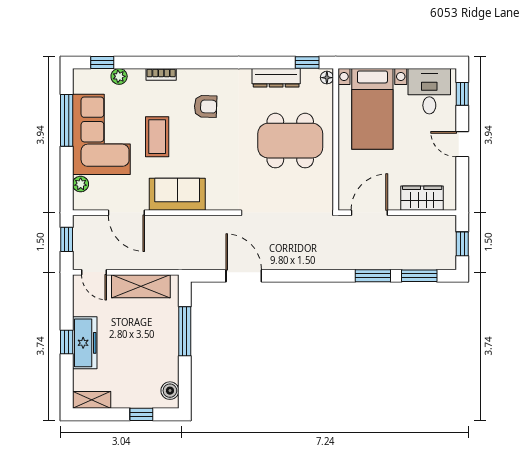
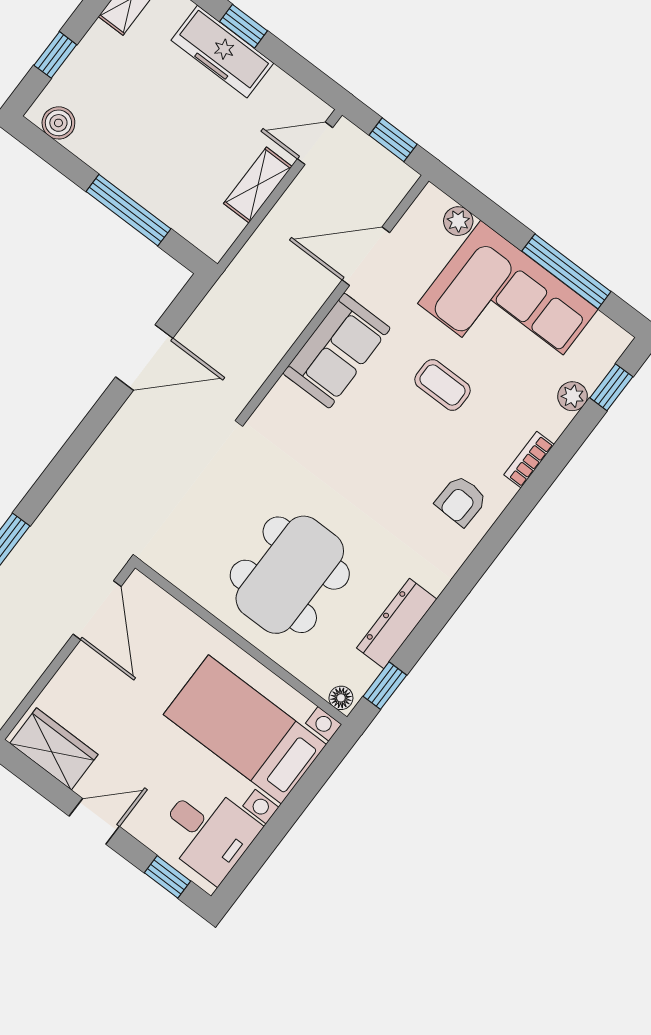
armchair: (206, 106) -> (461, 501), moved
coffee table: (157, 137) -> (442, 385), width x0.73, depth x0.77
wardrobe: (422, 198) -> (54, 749), moved, turned -90
shelving: (141, 286) -> (258, 185), width x0.67, depth x0.75

